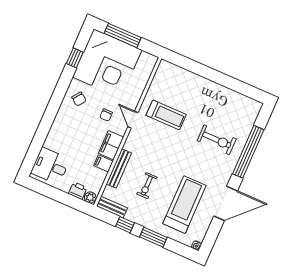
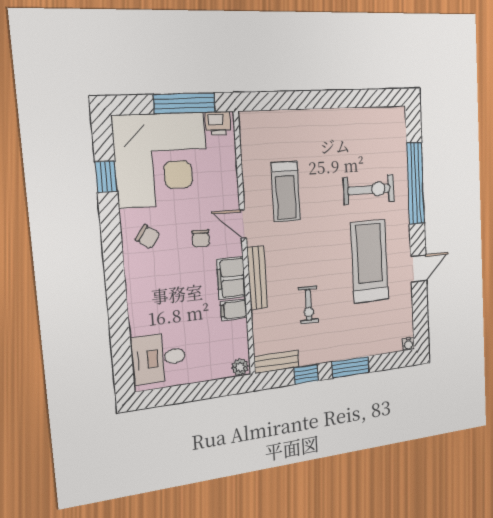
window: (123, 35) -> (185, 103), moved
treadmill: (166, 115) -> (286, 192), turned 90
bench: (119, 168) -> (257, 278), moved
printer: (78, 191) -> (218, 123), moved, turned 180
door: (226, 203) -> (419, 268), width x0.53
treadmill: (184, 205) -> (370, 261), moved

